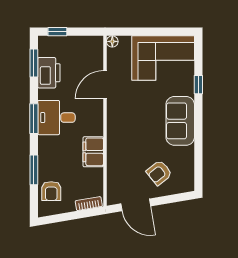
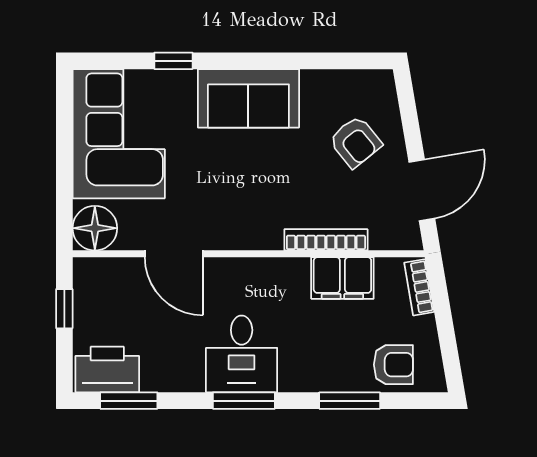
window: (57, 32) -> (64, 309), moved
floor lamp: (112, 41) -> (95, 228), width x1.89, depth x1.89
printer: (49, 73) -> (107, 369), moved
filing cabinet: (93, 152) -> (342, 278), moved
bookcase: (112, 158) -> (326, 240), added

